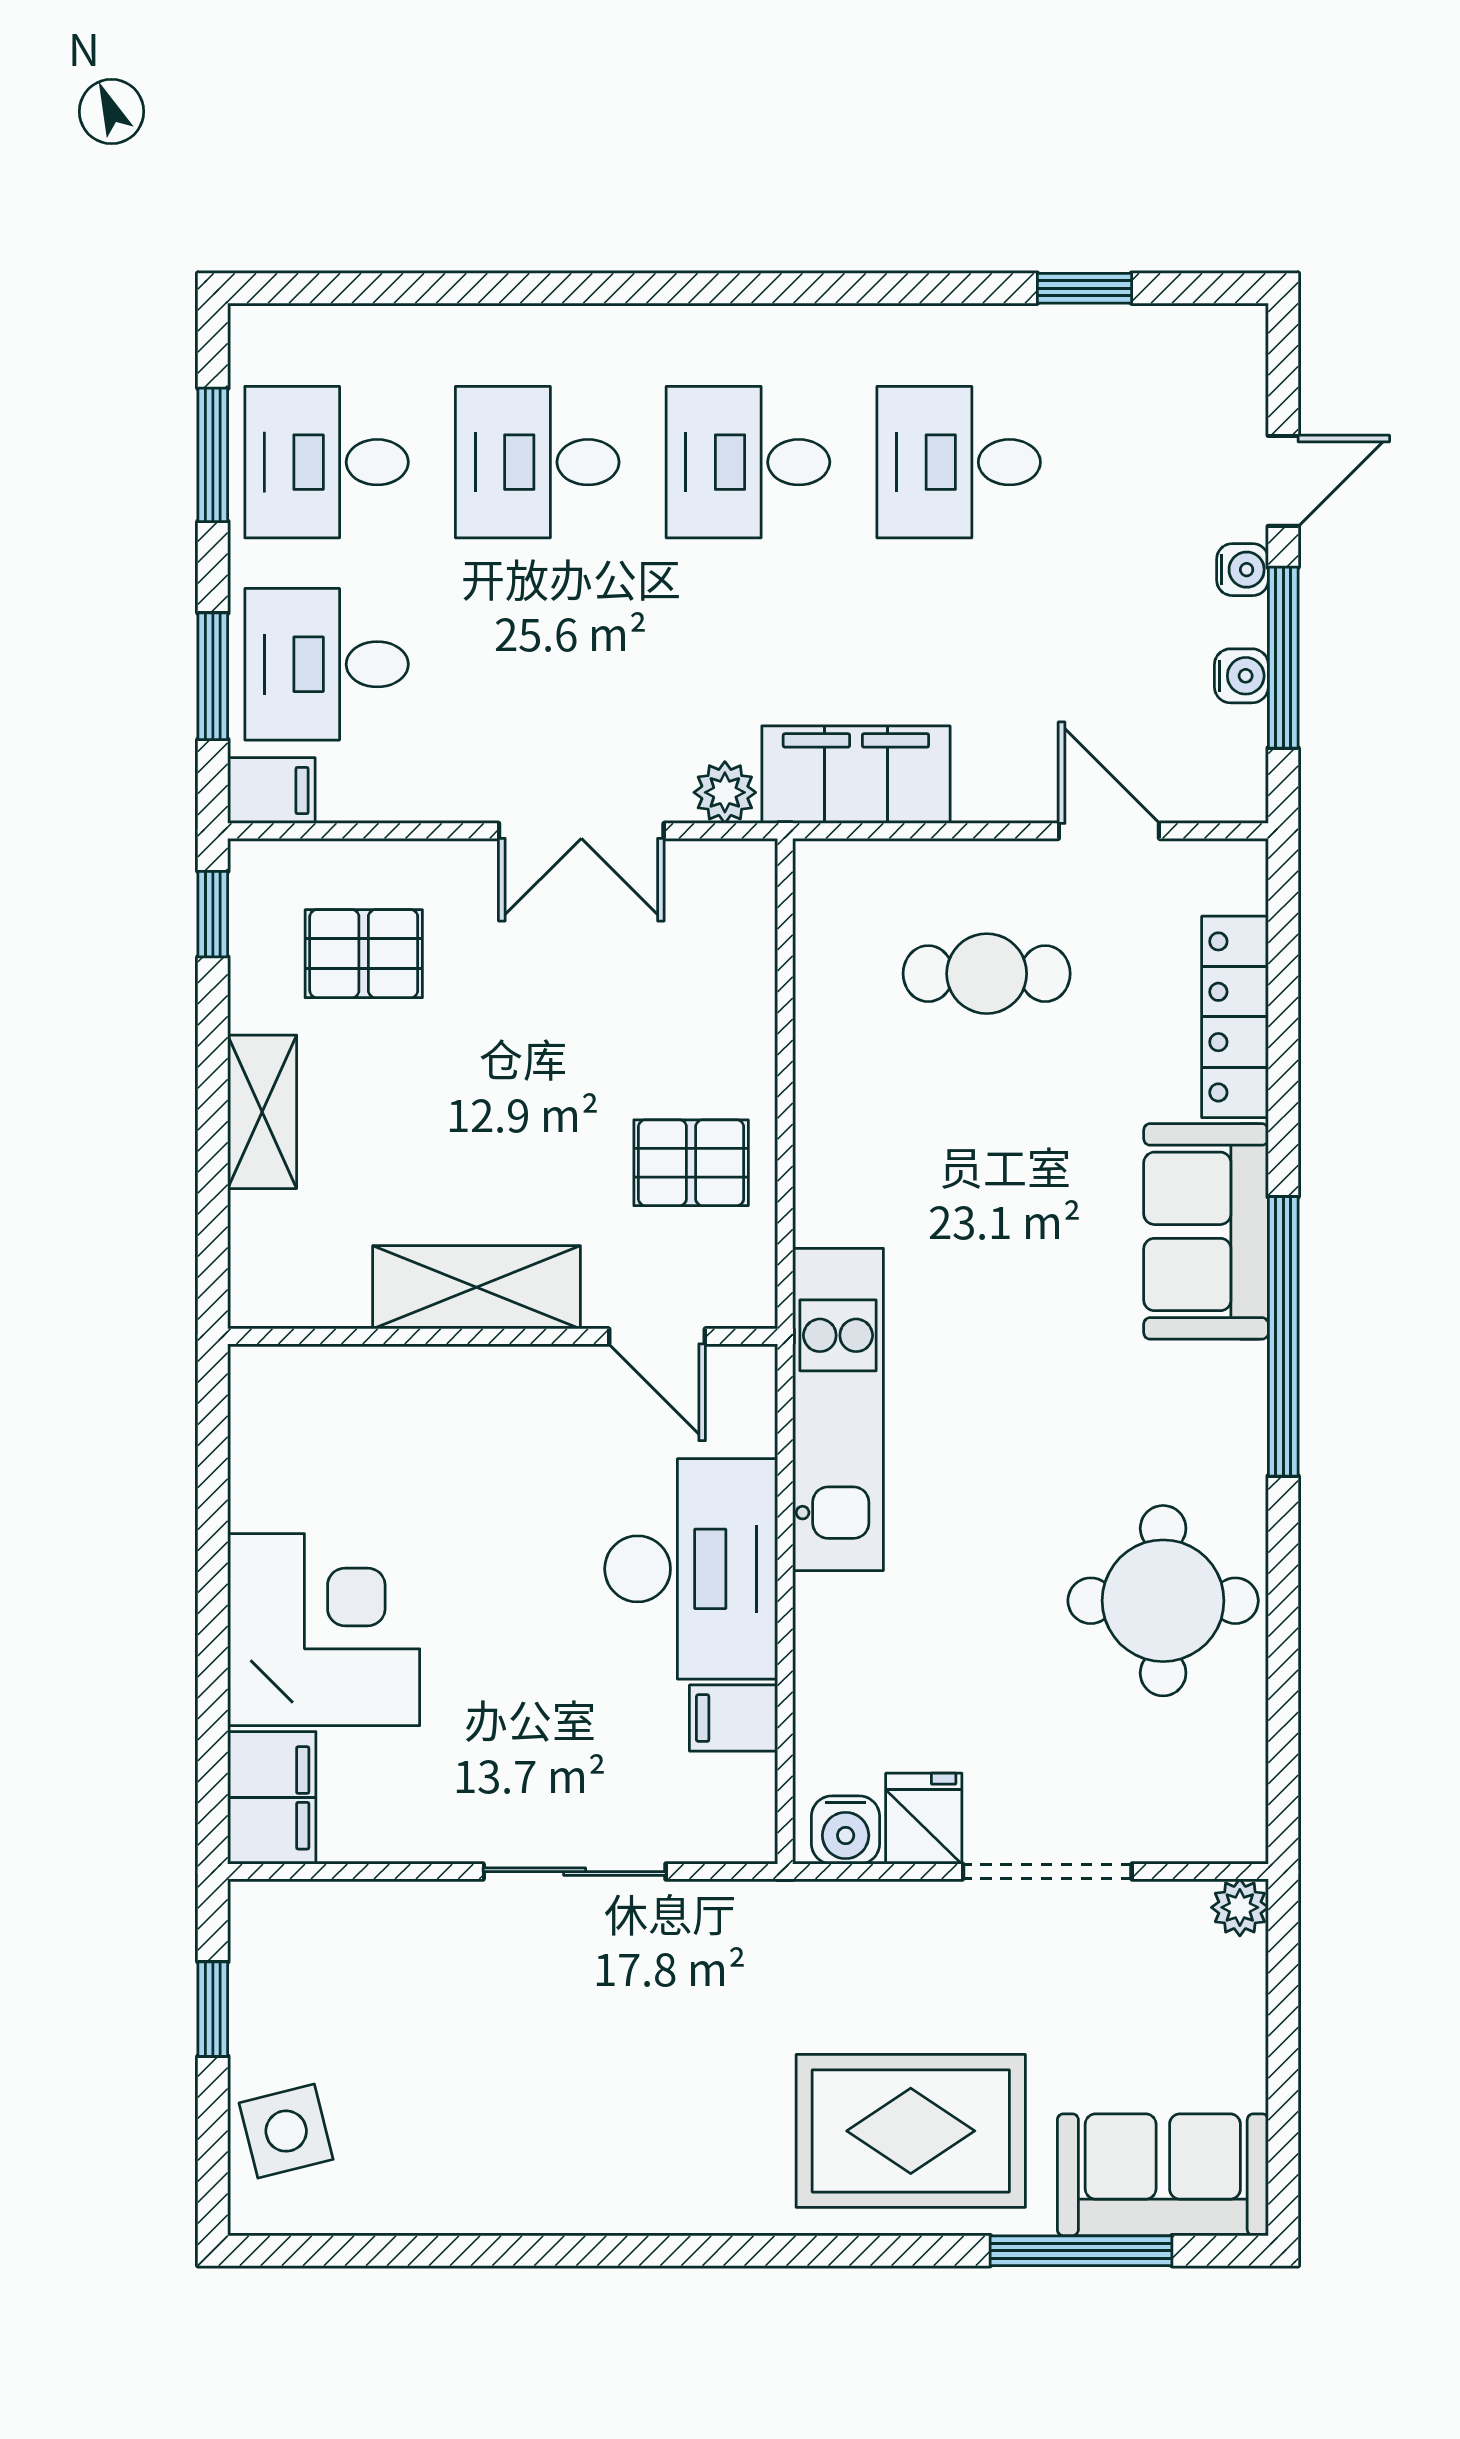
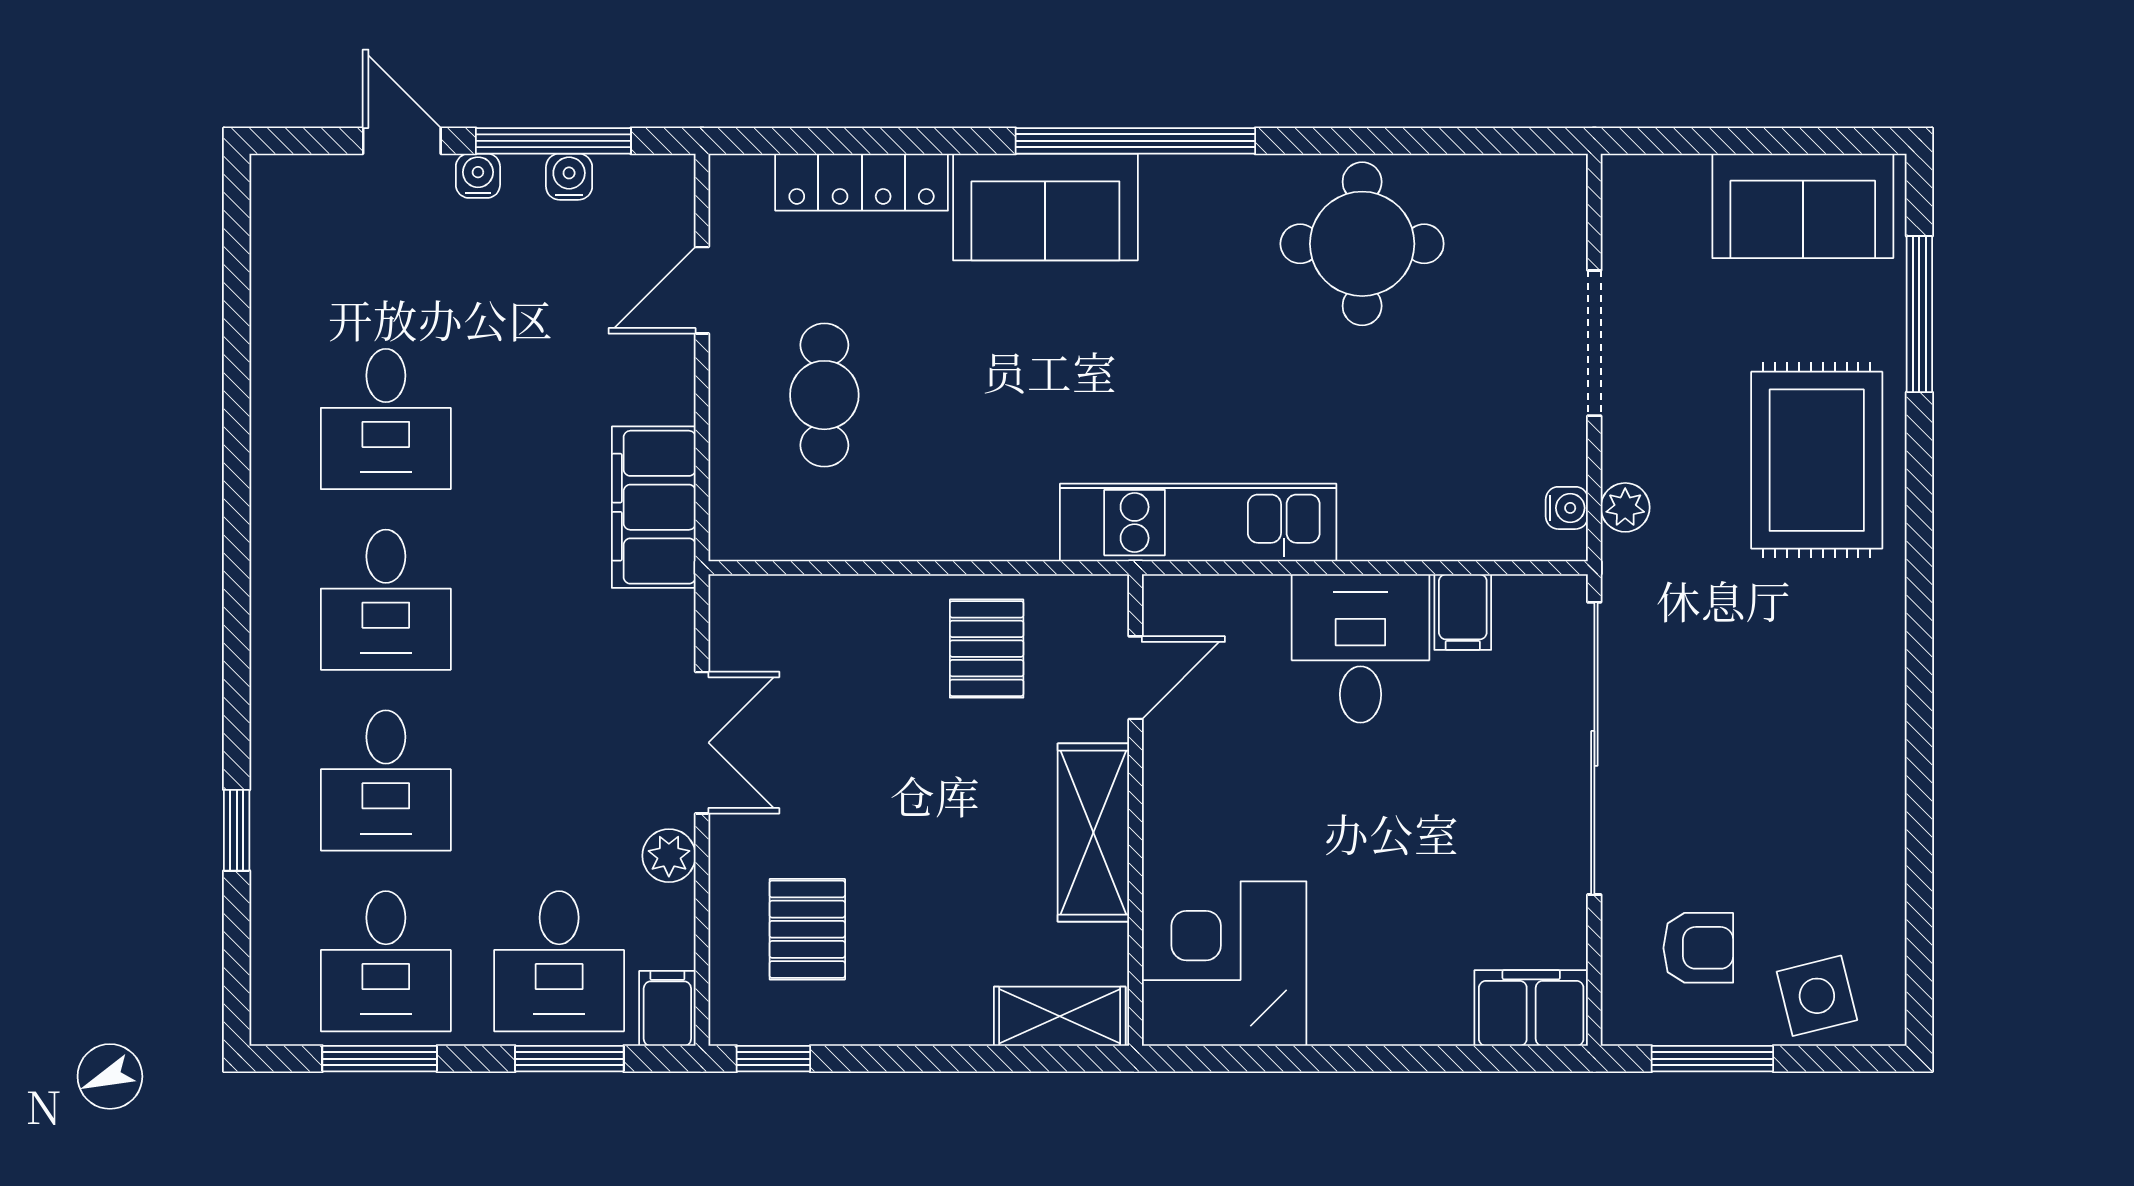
window: (1084, 288) -> (237, 830), moved
plant: (725, 792) -> (669, 856), moved
shelving: (262, 1112) -> (1060, 1016), moved
desk: (691, 1569) -> (1360, 648), width x0.73
corner desk: (324, 1630) -> (1224, 964), moved
fridge: (924, 1819) -> (1549, 449), removed
water cooler: (846, 1830) -> (1567, 508), width x0.72, depth x0.72
sliding door: (575, 1872) -> (1594, 748), width x1.86
plant: (1240, 1907) -> (1625, 507), moved
armchair: (342, 1993) -> (1698, 948), added
window: (213, 2009) -> (1712, 1059), width x1.50
sofa: (1163, 2175) -> (1803, 206), moved, turned -90

